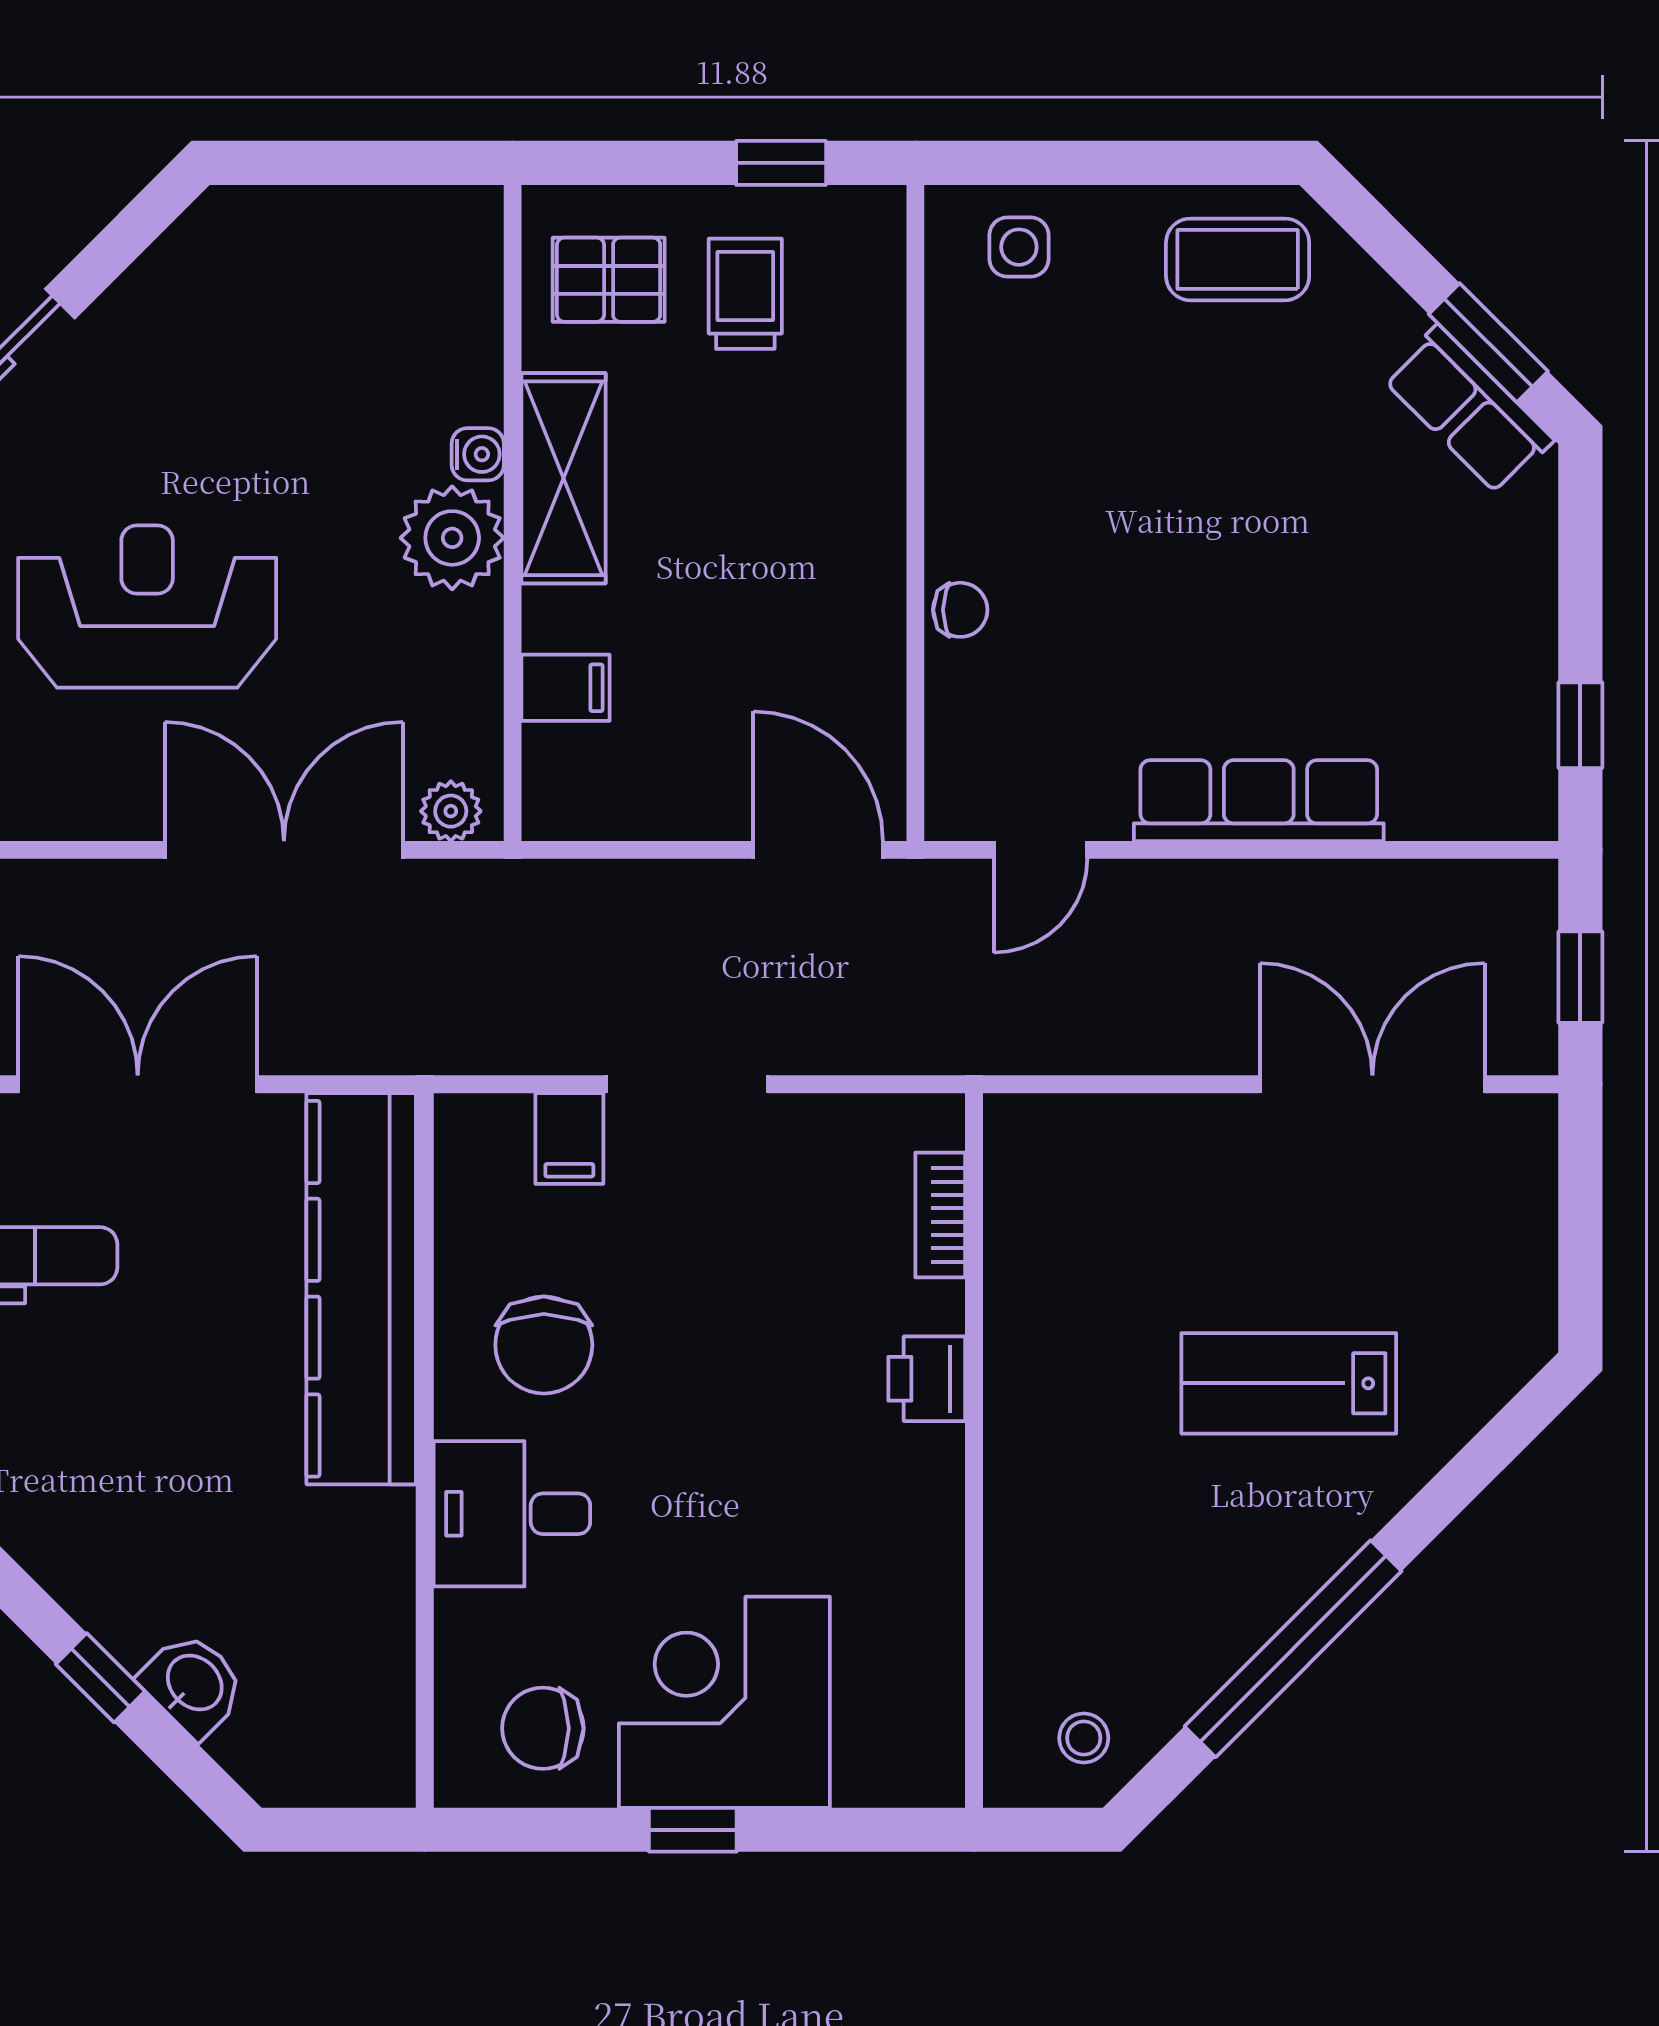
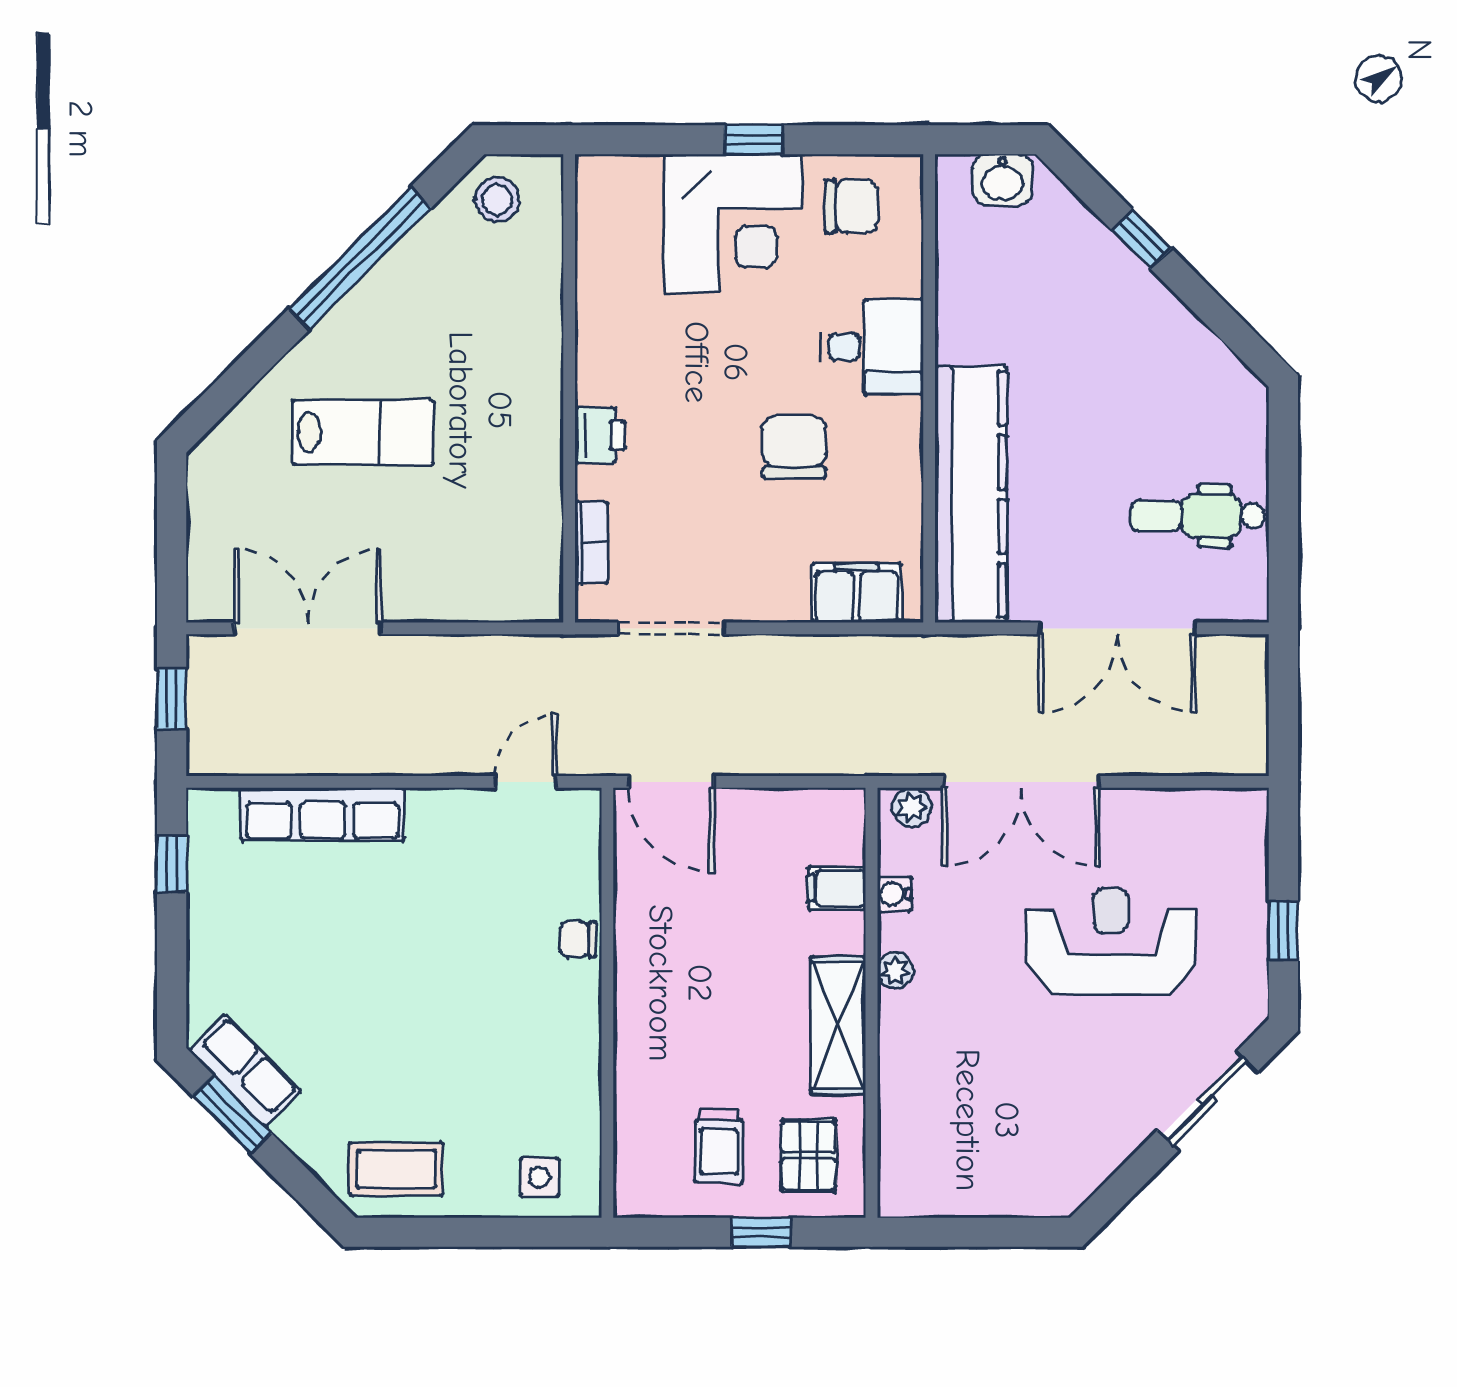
window: (781, 163) -> (761, 1232), moved
pallet: (609, 280) -> (809, 1156), turned 90
water cooler: (478, 454) -> (894, 894), moved
plant: (452, 538) -> (895, 971), width x0.53, depth x0.53
reception desk: (147, 607) -> (1111, 941), turned 180
row of seats: (1259, 801) -> (322, 814), moved
doorway: (687, 1084) -> (671, 628), moved
double door: (1372, 1084) -> (308, 628), swing flipped
filing cabinet: (569, 1138) -> (857, 593), width x2.00
chair: (544, 1345) -> (794, 447), moved
washbasin: (193, 1684) -> (1003, 180), moved, turned -45
stool: (1084, 1738) -> (497, 200), width x1.37, depth x1.37

